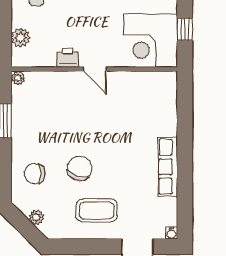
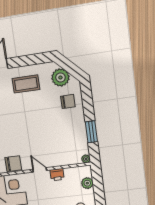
chair: (80, 168) -> (13, 164), moved, turned -109
plant: (36, 217) -> (60, 77), width x1.88, depth x1.88

